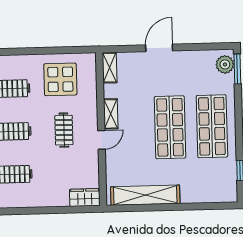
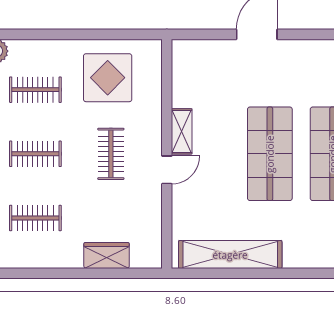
shelving: (110, 68) -> (182, 62), removed
wardrobe: (85, 197) -> (107, 255), moved

